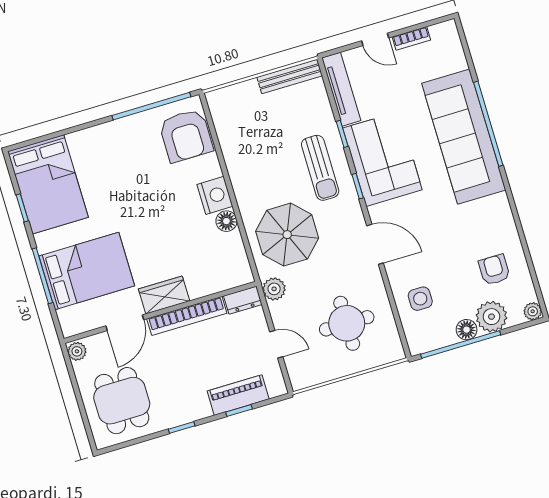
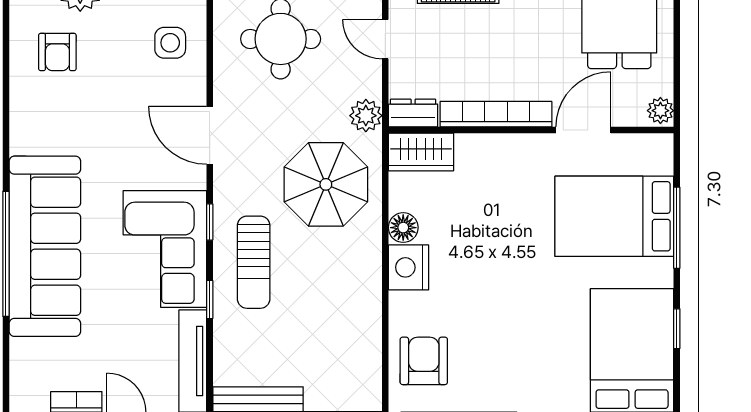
armchair: (186, 136) -> (424, 361), width x0.73, depth x0.73
sun lounger: (320, 168) -> (254, 262), turned 180
wardrobe: (164, 295) -> (421, 152), moved

